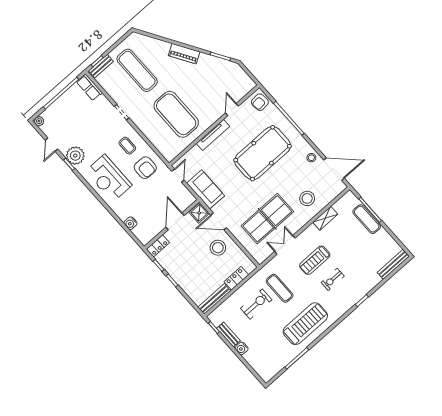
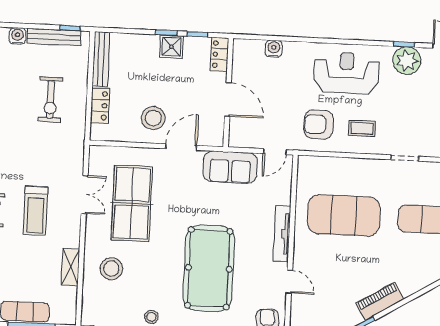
piano: (184, 54) -> (380, 301), moved
door: (178, 176) -> (275, 152), hinge flipped
shower: (199, 213) -> (171, 47), moved
treadmill: (315, 260) -> (36, 211), turned 180
exercise mat: (280, 288) -> (43, 142), removed
bench: (228, 335) -> (54, 37), width x1.36

